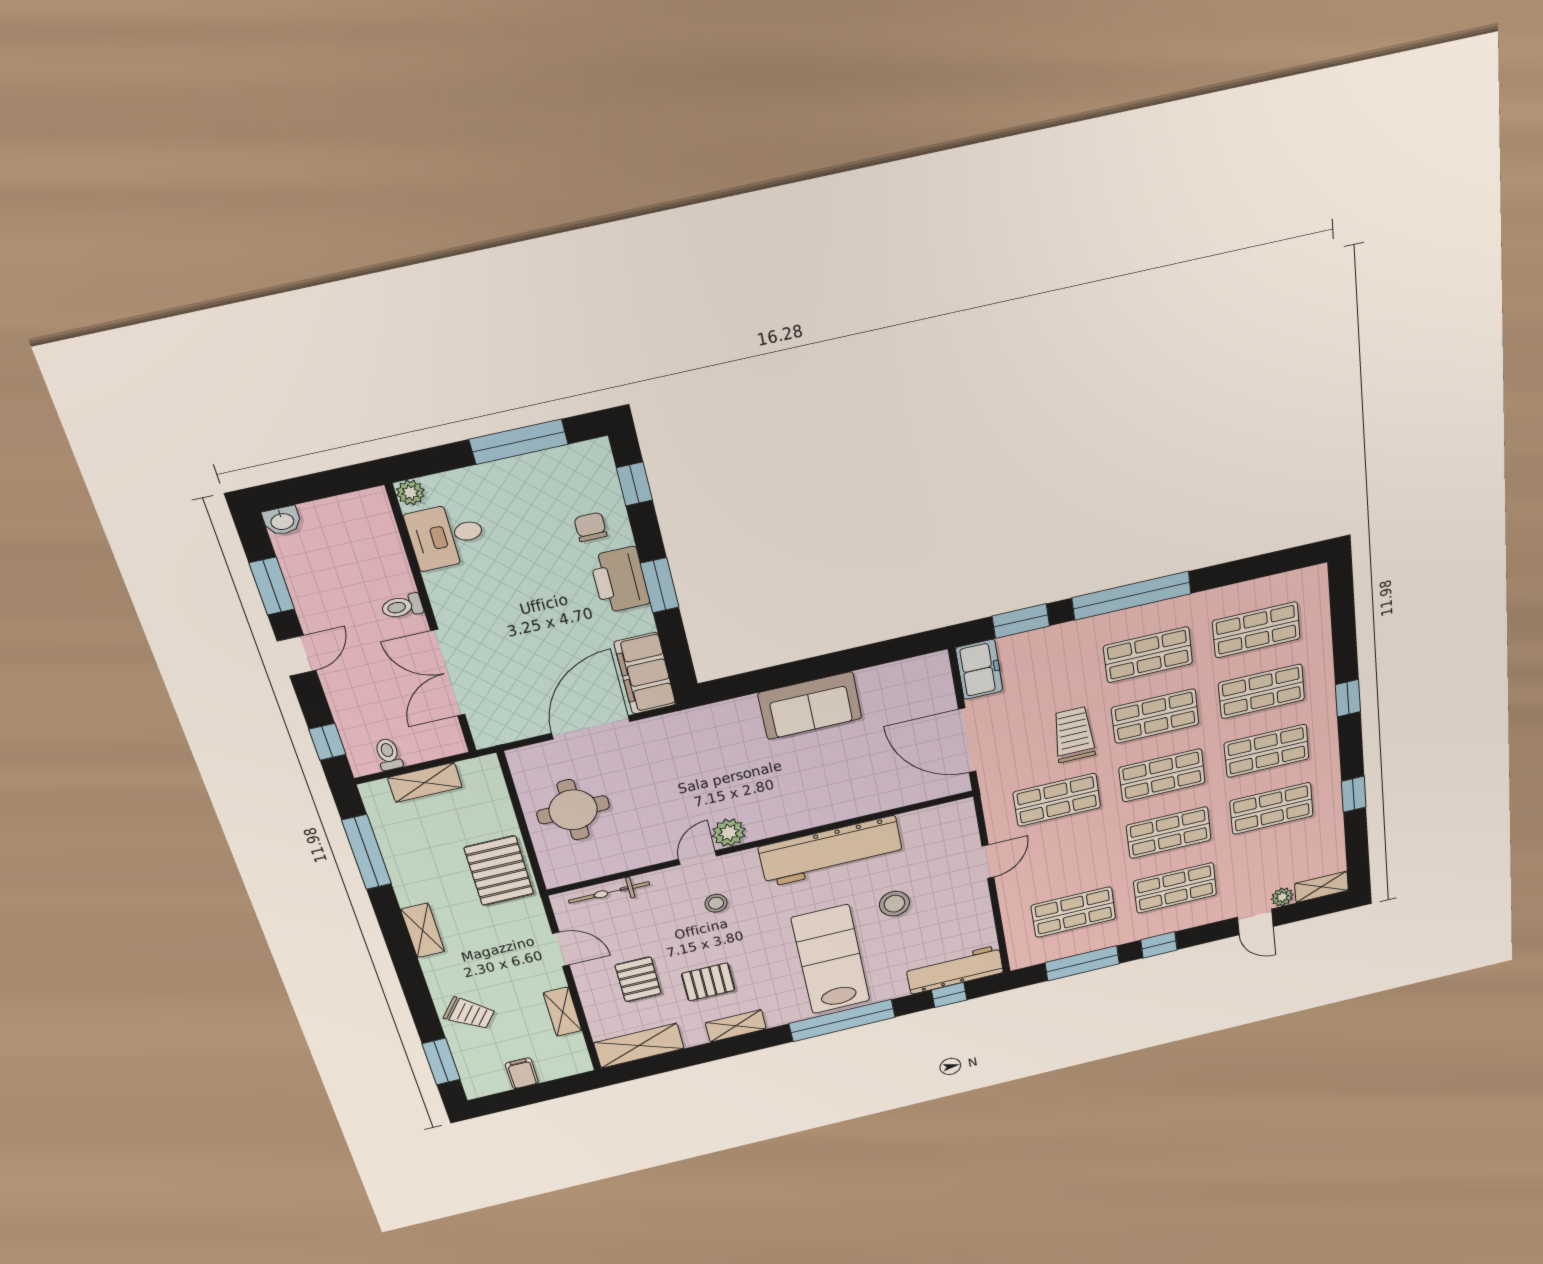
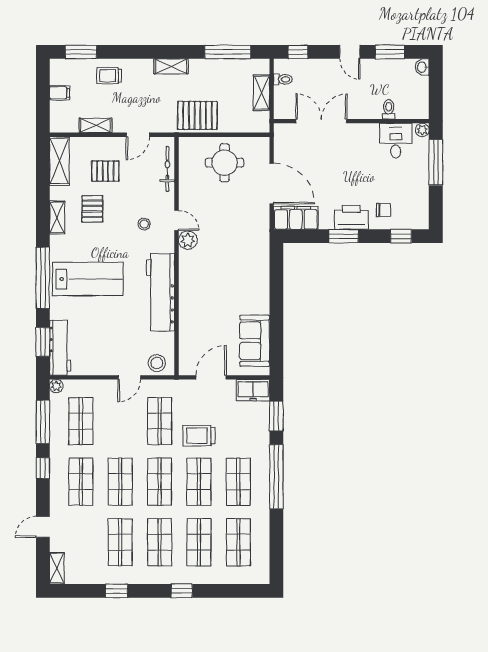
window: (519, 442) -> (436, 162), moved
toilet: (402, 606) -> (389, 109), moved
sofa: (810, 706) -> (255, 341), moved
trolley: (1074, 735) -> (199, 436), turned 180
door: (967, 740) -> (211, 377), width x0.73
door: (988, 862) -> (129, 377), hinge flipped
plant: (1282, 897) -> (56, 386), moved
stool: (894, 904) -> (157, 363), moved
window: (949, 995) -> (43, 342), width x1.50
trolley: (469, 1013) -> (109, 76), turned 53

